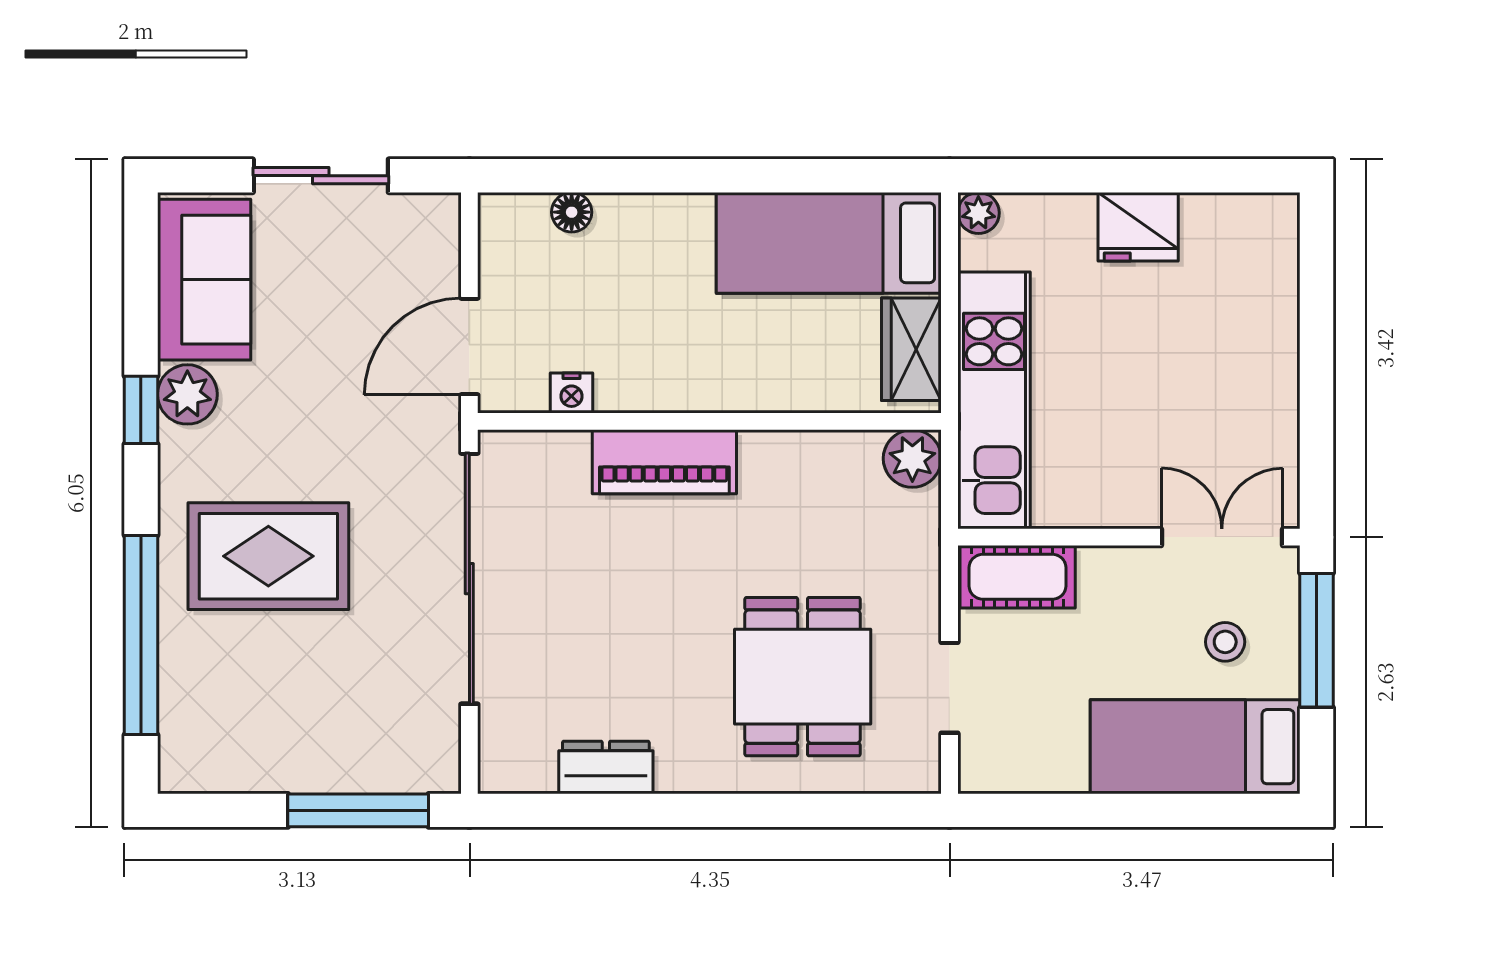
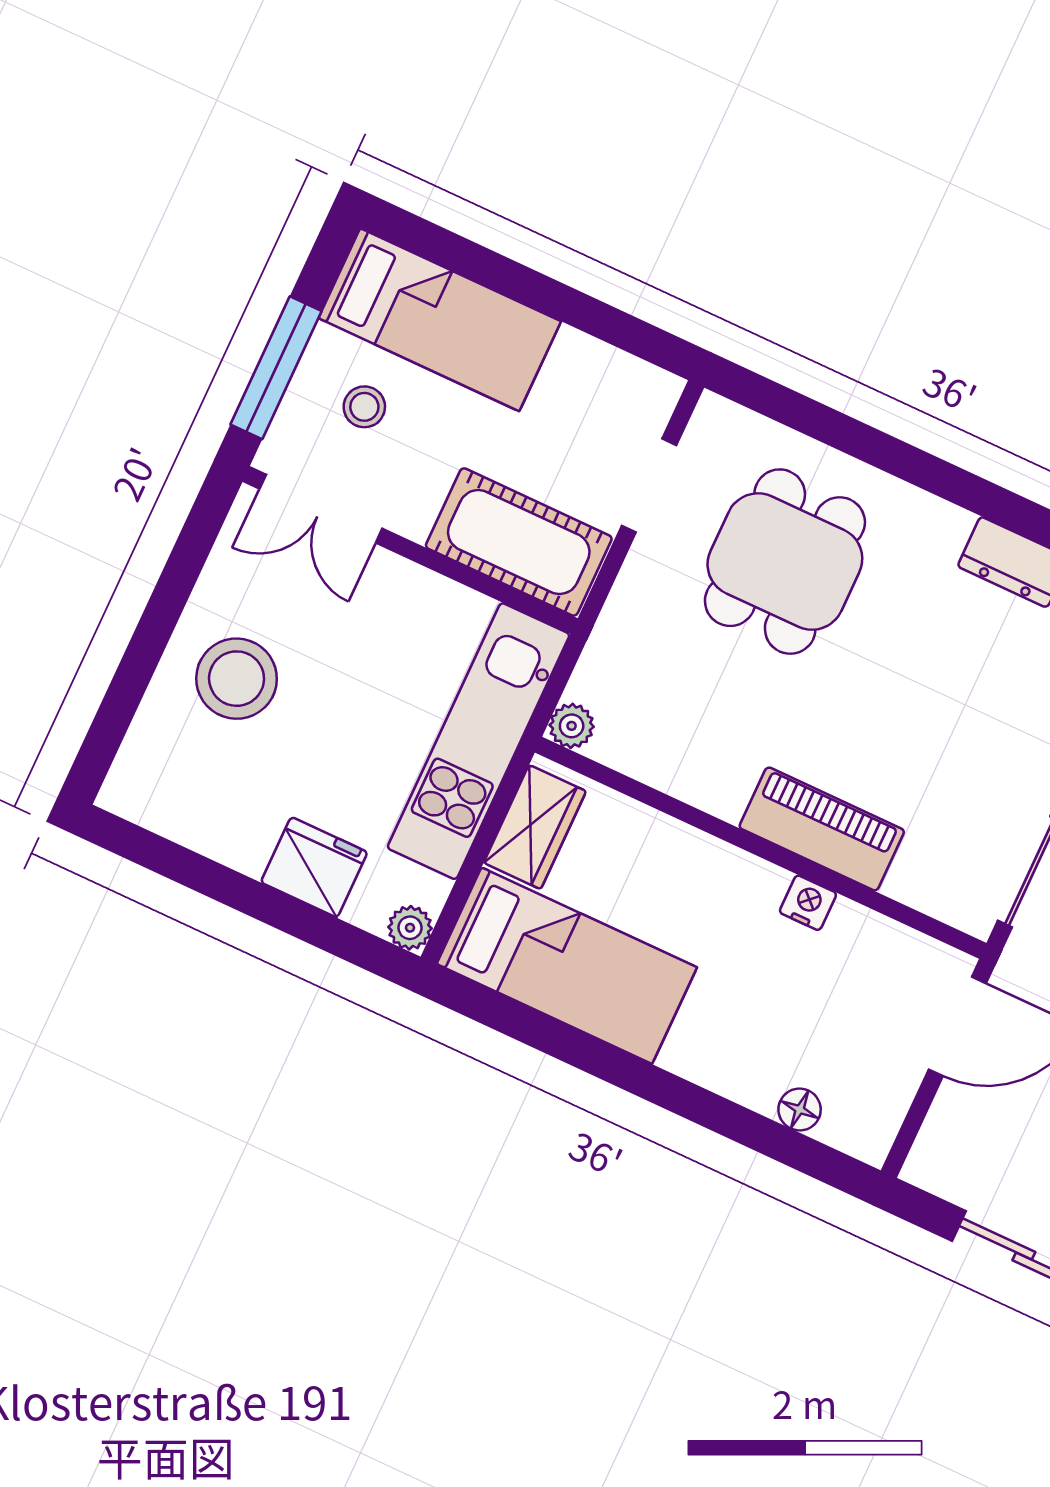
fridge: (1138, 227) -> (314, 867), moved
stool: (1227, 358) -> (237, 679), added
nightstand: (572, 393) -> (808, 903), moved
plant: (912, 458) -> (572, 726), width x0.73, depth x0.73
cot: (1018, 577) -> (519, 542), width x1.37, depth x1.34

